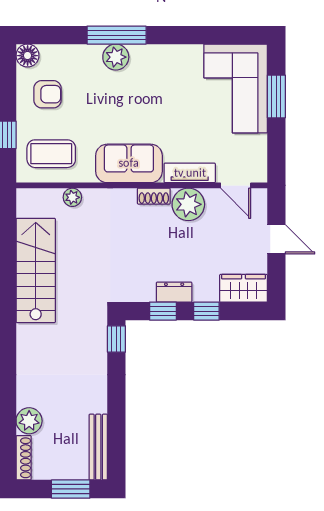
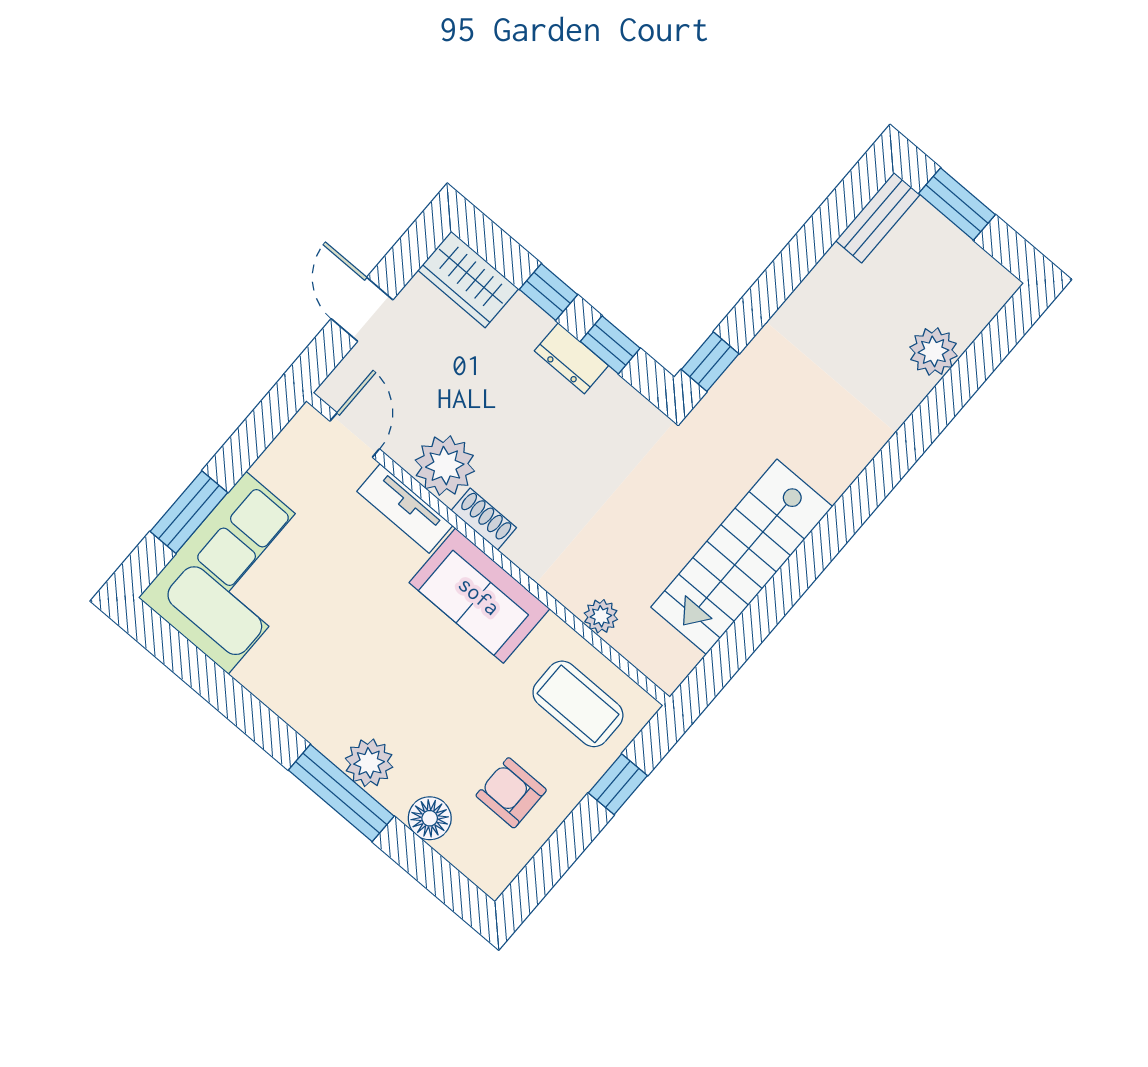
floor lamp: (28, 56) -> (430, 818), moved
bench: (98, 447) -> (878, 218), width x0.73
shoe rack: (24, 458) -> (986, 305), removed

